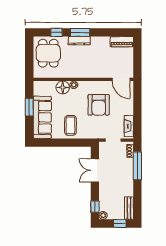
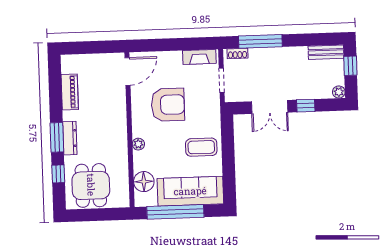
piano: (122, 42) -> (70, 92), moved
dining table: (48, 53) -> (91, 185), turned 90
floor lamp: (63, 88) -> (144, 182), moved
window: (29, 107) -> (175, 212), width x2.11
window: (95, 207) -> (306, 106), moved

